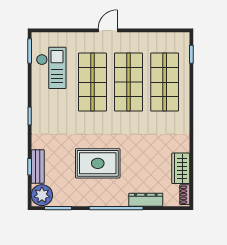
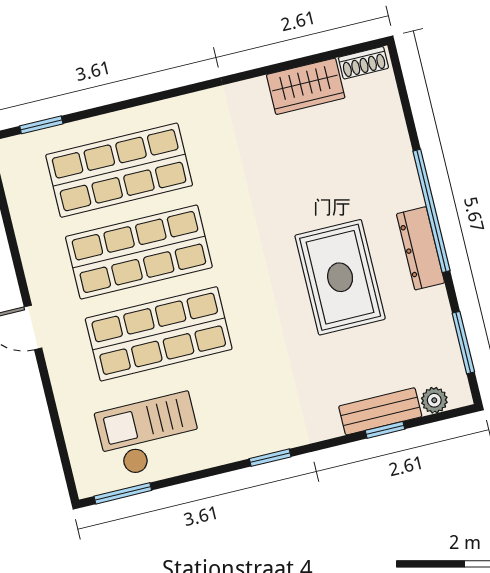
plant: (42, 195) -> (434, 400), width x0.53, depth x0.53
dresser: (146, 200) -> (420, 248), moved

